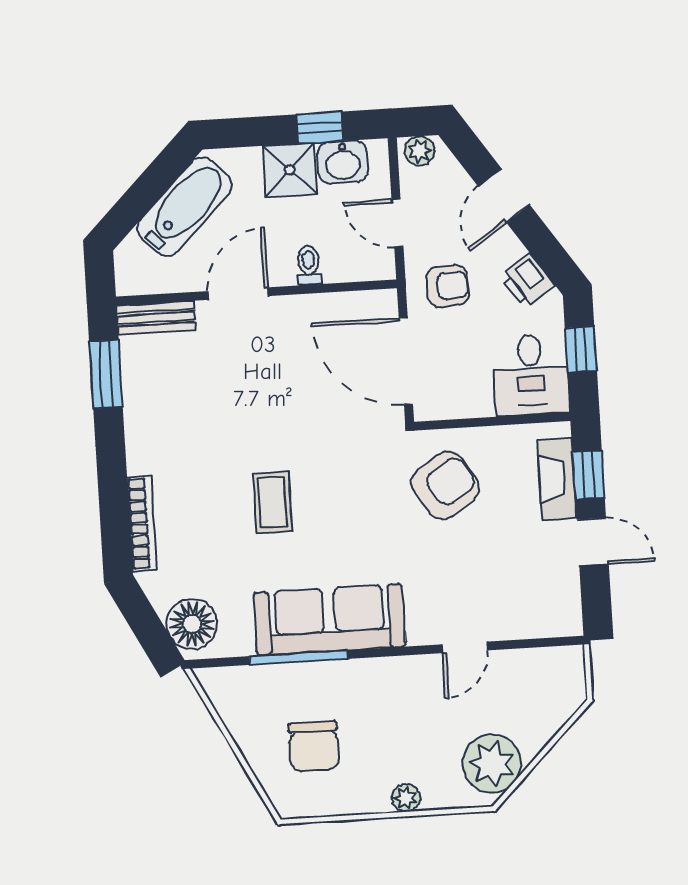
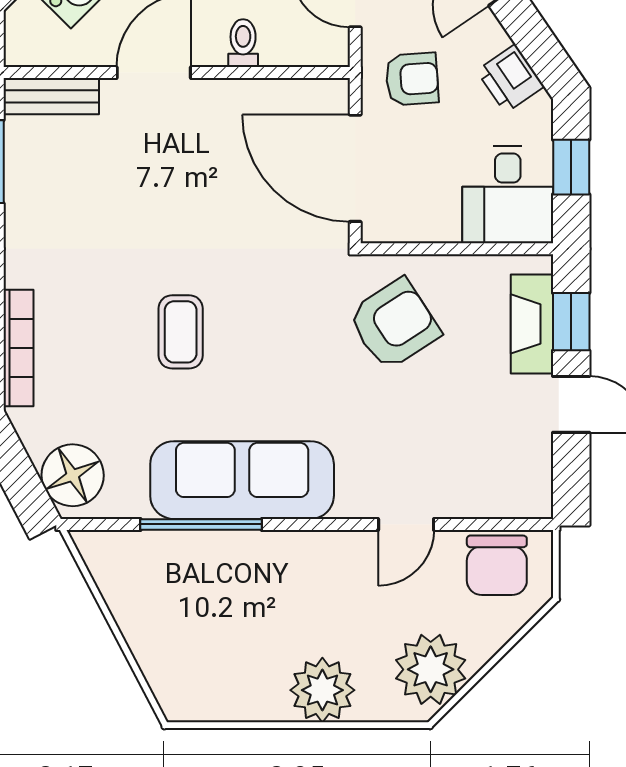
chair: (314, 746) -> (497, 565), moved
plant: (406, 798) -> (322, 690), width x1.88, depth x1.88

